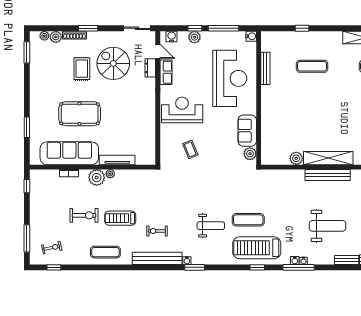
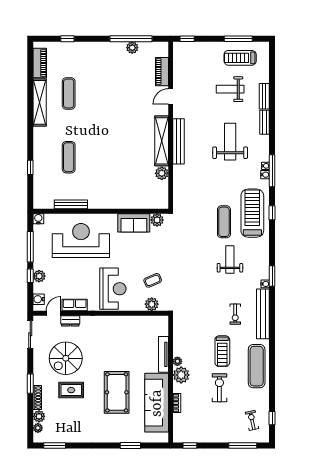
reception desk: (182, 110) -> (113, 289), turned 180
plant: (167, 148) -> (152, 304), added
treadmill: (257, 248) -> (252, 213), turned 180
exercise mat: (105, 252) -> (257, 366), width x1.36, depth x1.45

